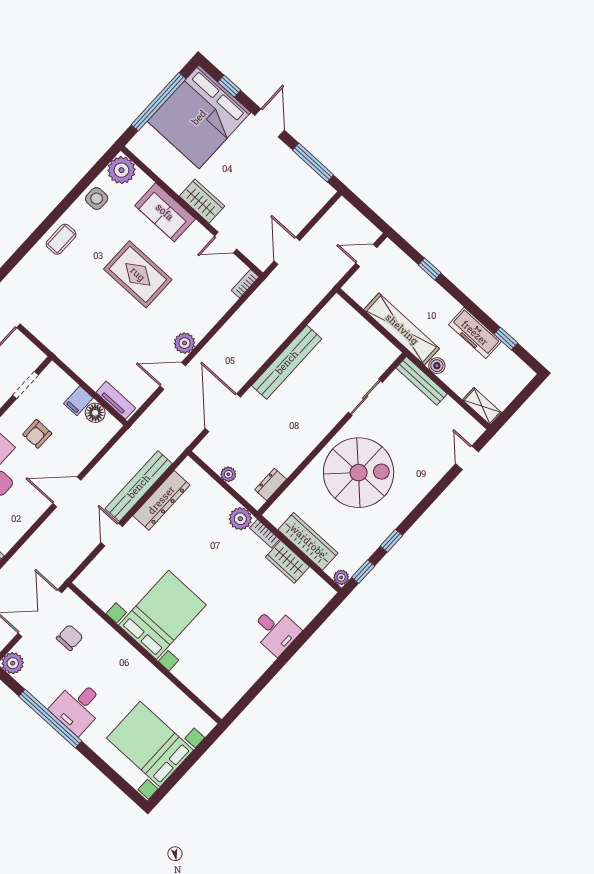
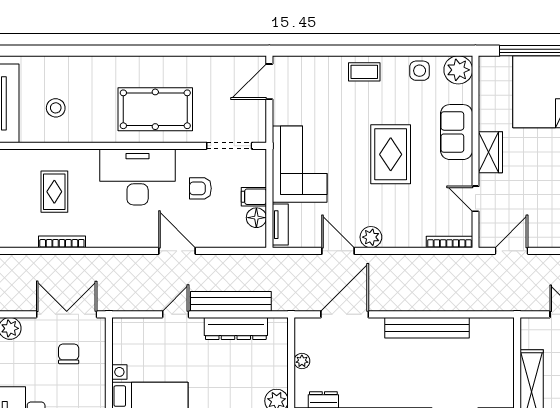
bookcase: (245, 284) -> (449, 242), width x1.56
corner sofa: (85, 346) -> (300, 164), added
doorway: (26, 385) -> (229, 146), width x1.38
chair: (70, 638) -> (69, 354), turned -90

